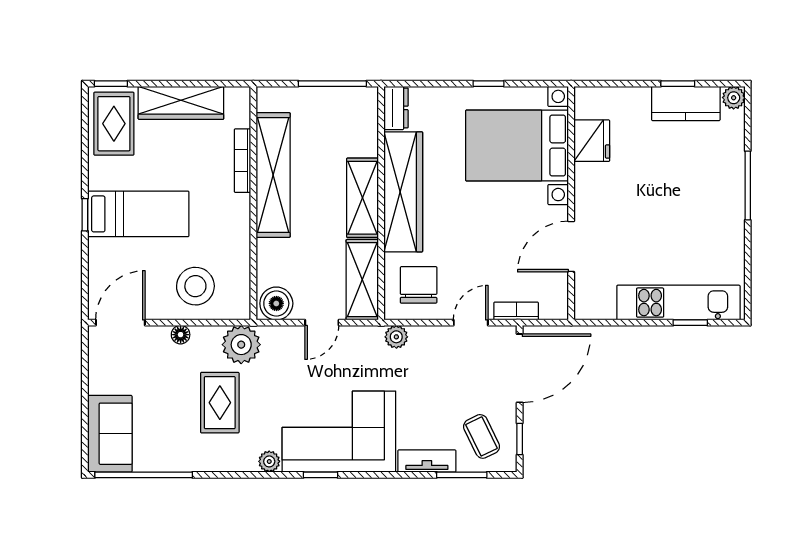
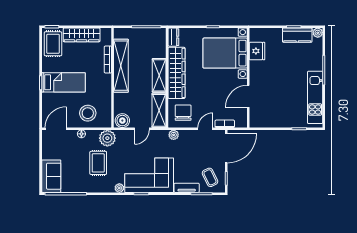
kitchen unit: (678, 303) -> (315, 97), moved, turned -90

